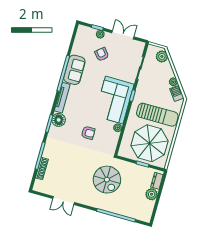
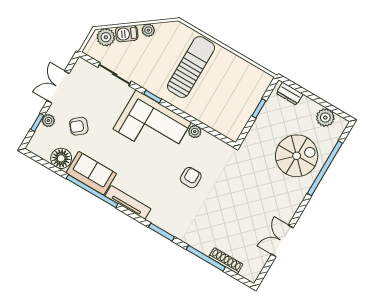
barbecue: (177, 93) -> (127, 34), moved
floor lamp: (59, 120) -> (61, 158), moved
parasol: (149, 143) -> (231, 90), removed
spiral stairs: (107, 180) -> (297, 156), moved
plant: (152, 194) -> (325, 118), moved
double door: (64, 201) -> (282, 241), swing flipped

